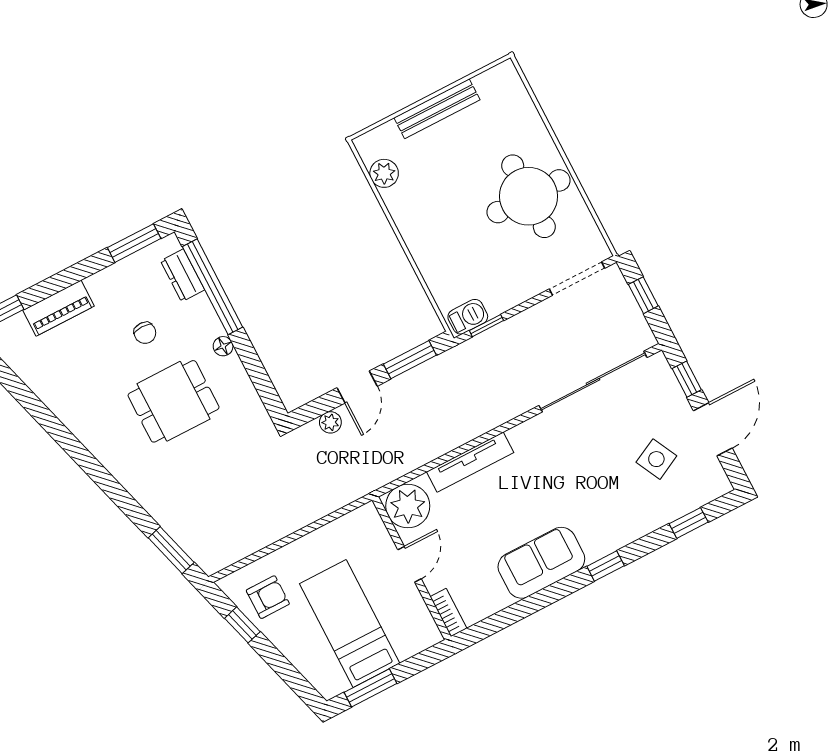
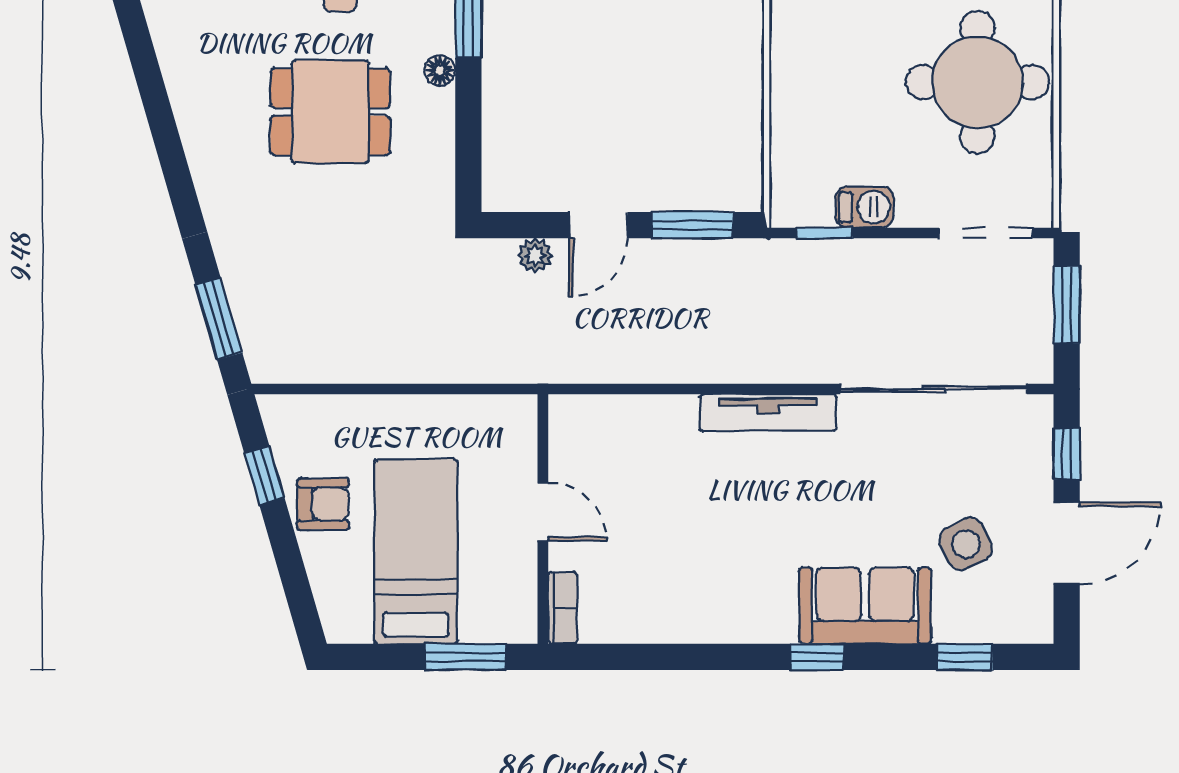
window: (643, 295) -> (1067, 304), width x1.50
barbecue: (468, 317) -> (864, 207), moved
tv unit: (470, 462) -> (768, 413), moved
plant: (408, 506) -> (583, 429), removed
sofa: (541, 563) -> (865, 606), moved
door: (409, 564) -> (543, 512), hinge flipped
armchair: (268, 597) -> (323, 504), moved
window: (370, 688) -> (465, 657), moved

